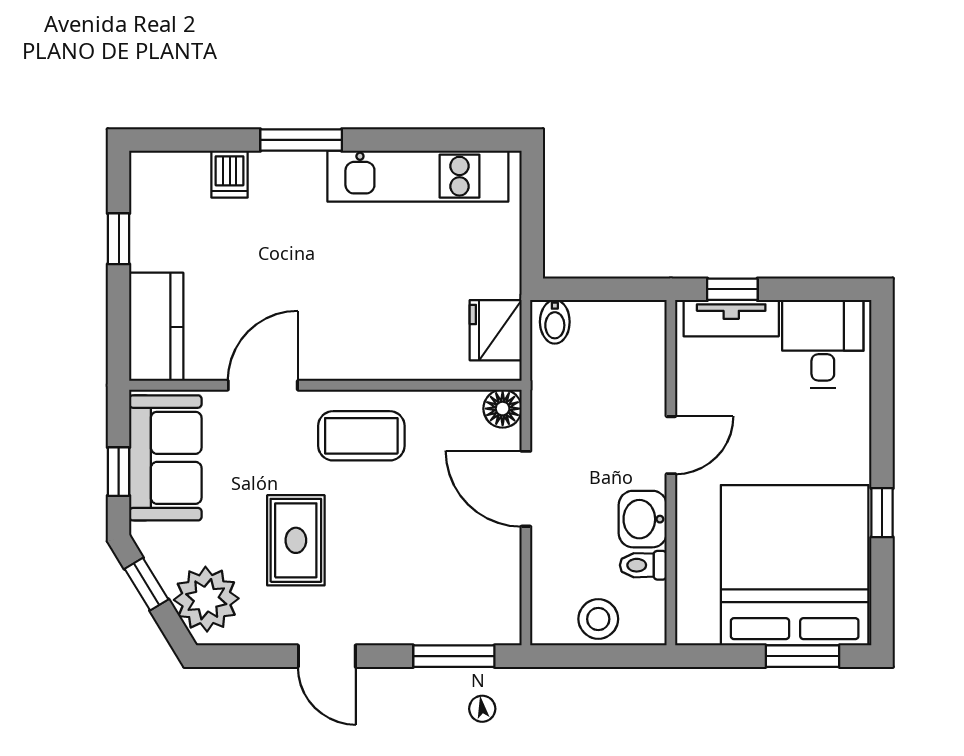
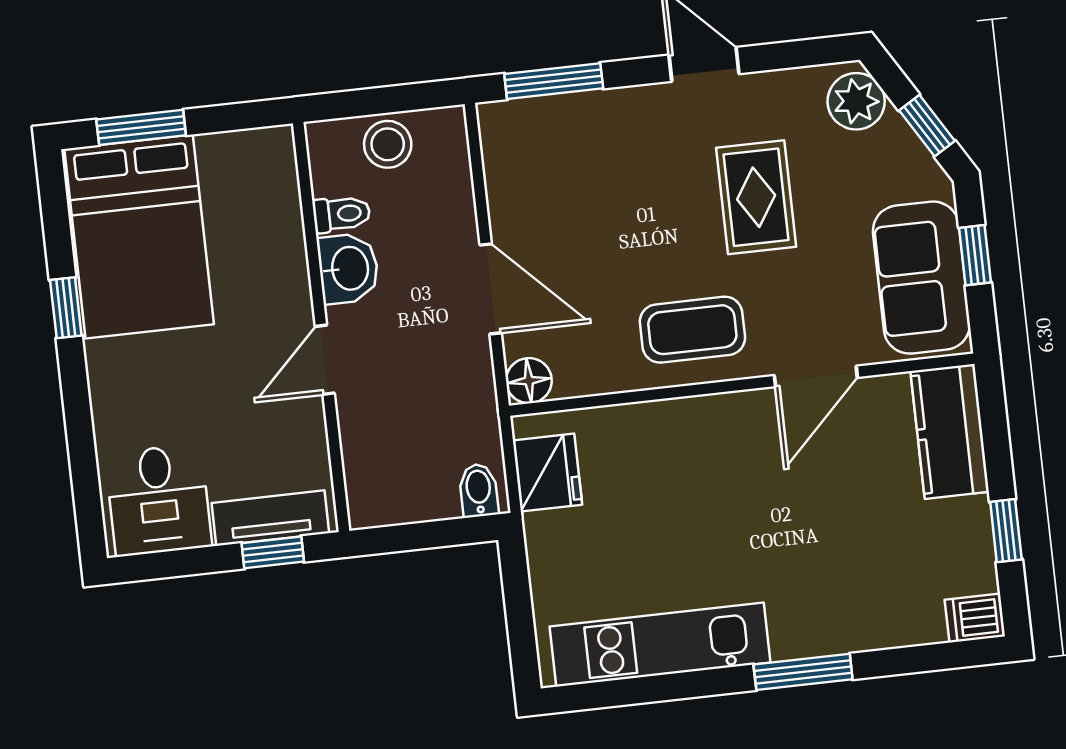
dishwasher: (230, 174) -> (975, 618), moved, turned -90
bed: (795, 565) -> (139, 237), width x0.73
plant: (206, 599) -> (856, 101), width x0.73, depth x0.73

